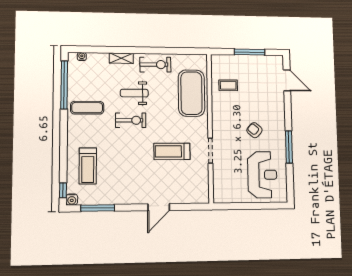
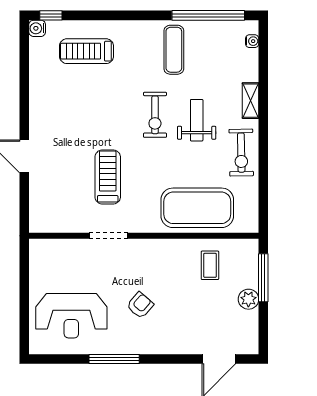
window: (250, 52) -> (263, 278), moved
plant: (249, 61) -> (248, 299), added
window: (98, 208) -> (24, 66), removed

